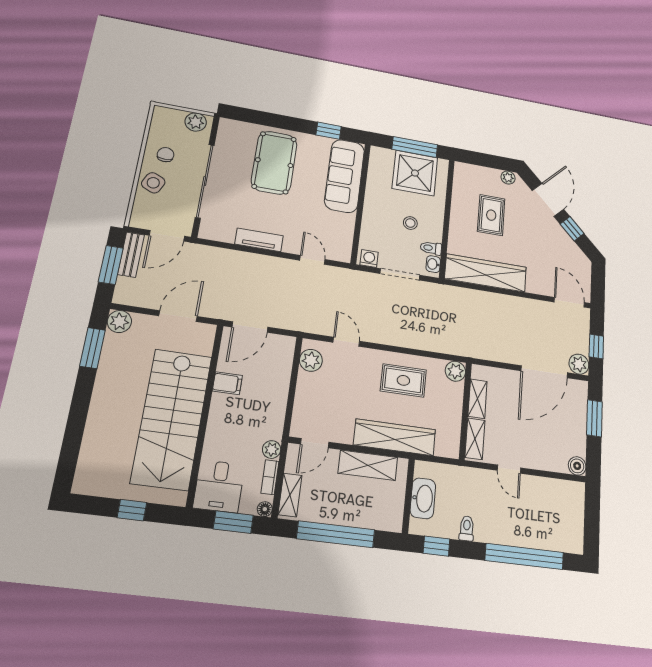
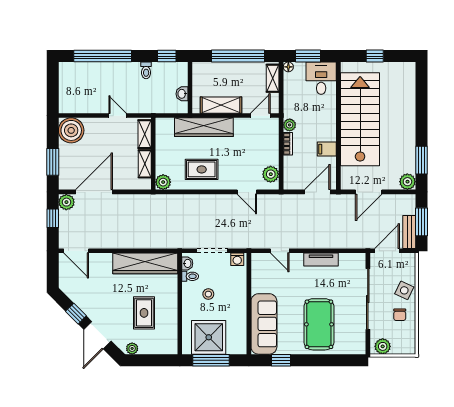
plant: (272, 449) -> (290, 125), moved
boiler: (577, 466) -> (71, 130), width x1.86, depth x1.86
bookcase: (270, 477) -> (288, 144), moved
washbasin: (423, 498) -> (182, 94), width x0.52, depth x0.69

